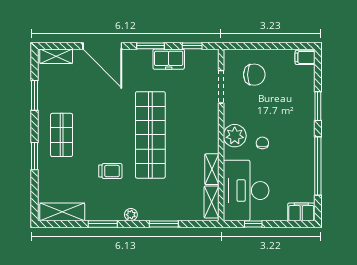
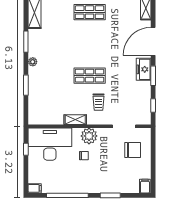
freezer: (169, 59) -> (144, 69), moved
chair: (254, 75) -> (133, 150), turned -90
shop shelf: (150, 135) -> (90, 76), width x0.50, depth x0.74
shelving: (212, 169) -> (75, 120), moved
trolley: (110, 171) -> (99, 102), moved
shelving: (211, 202) -> (42, 119), removed
filing cabinet: (301, 212) -> (35, 188), width x0.50

